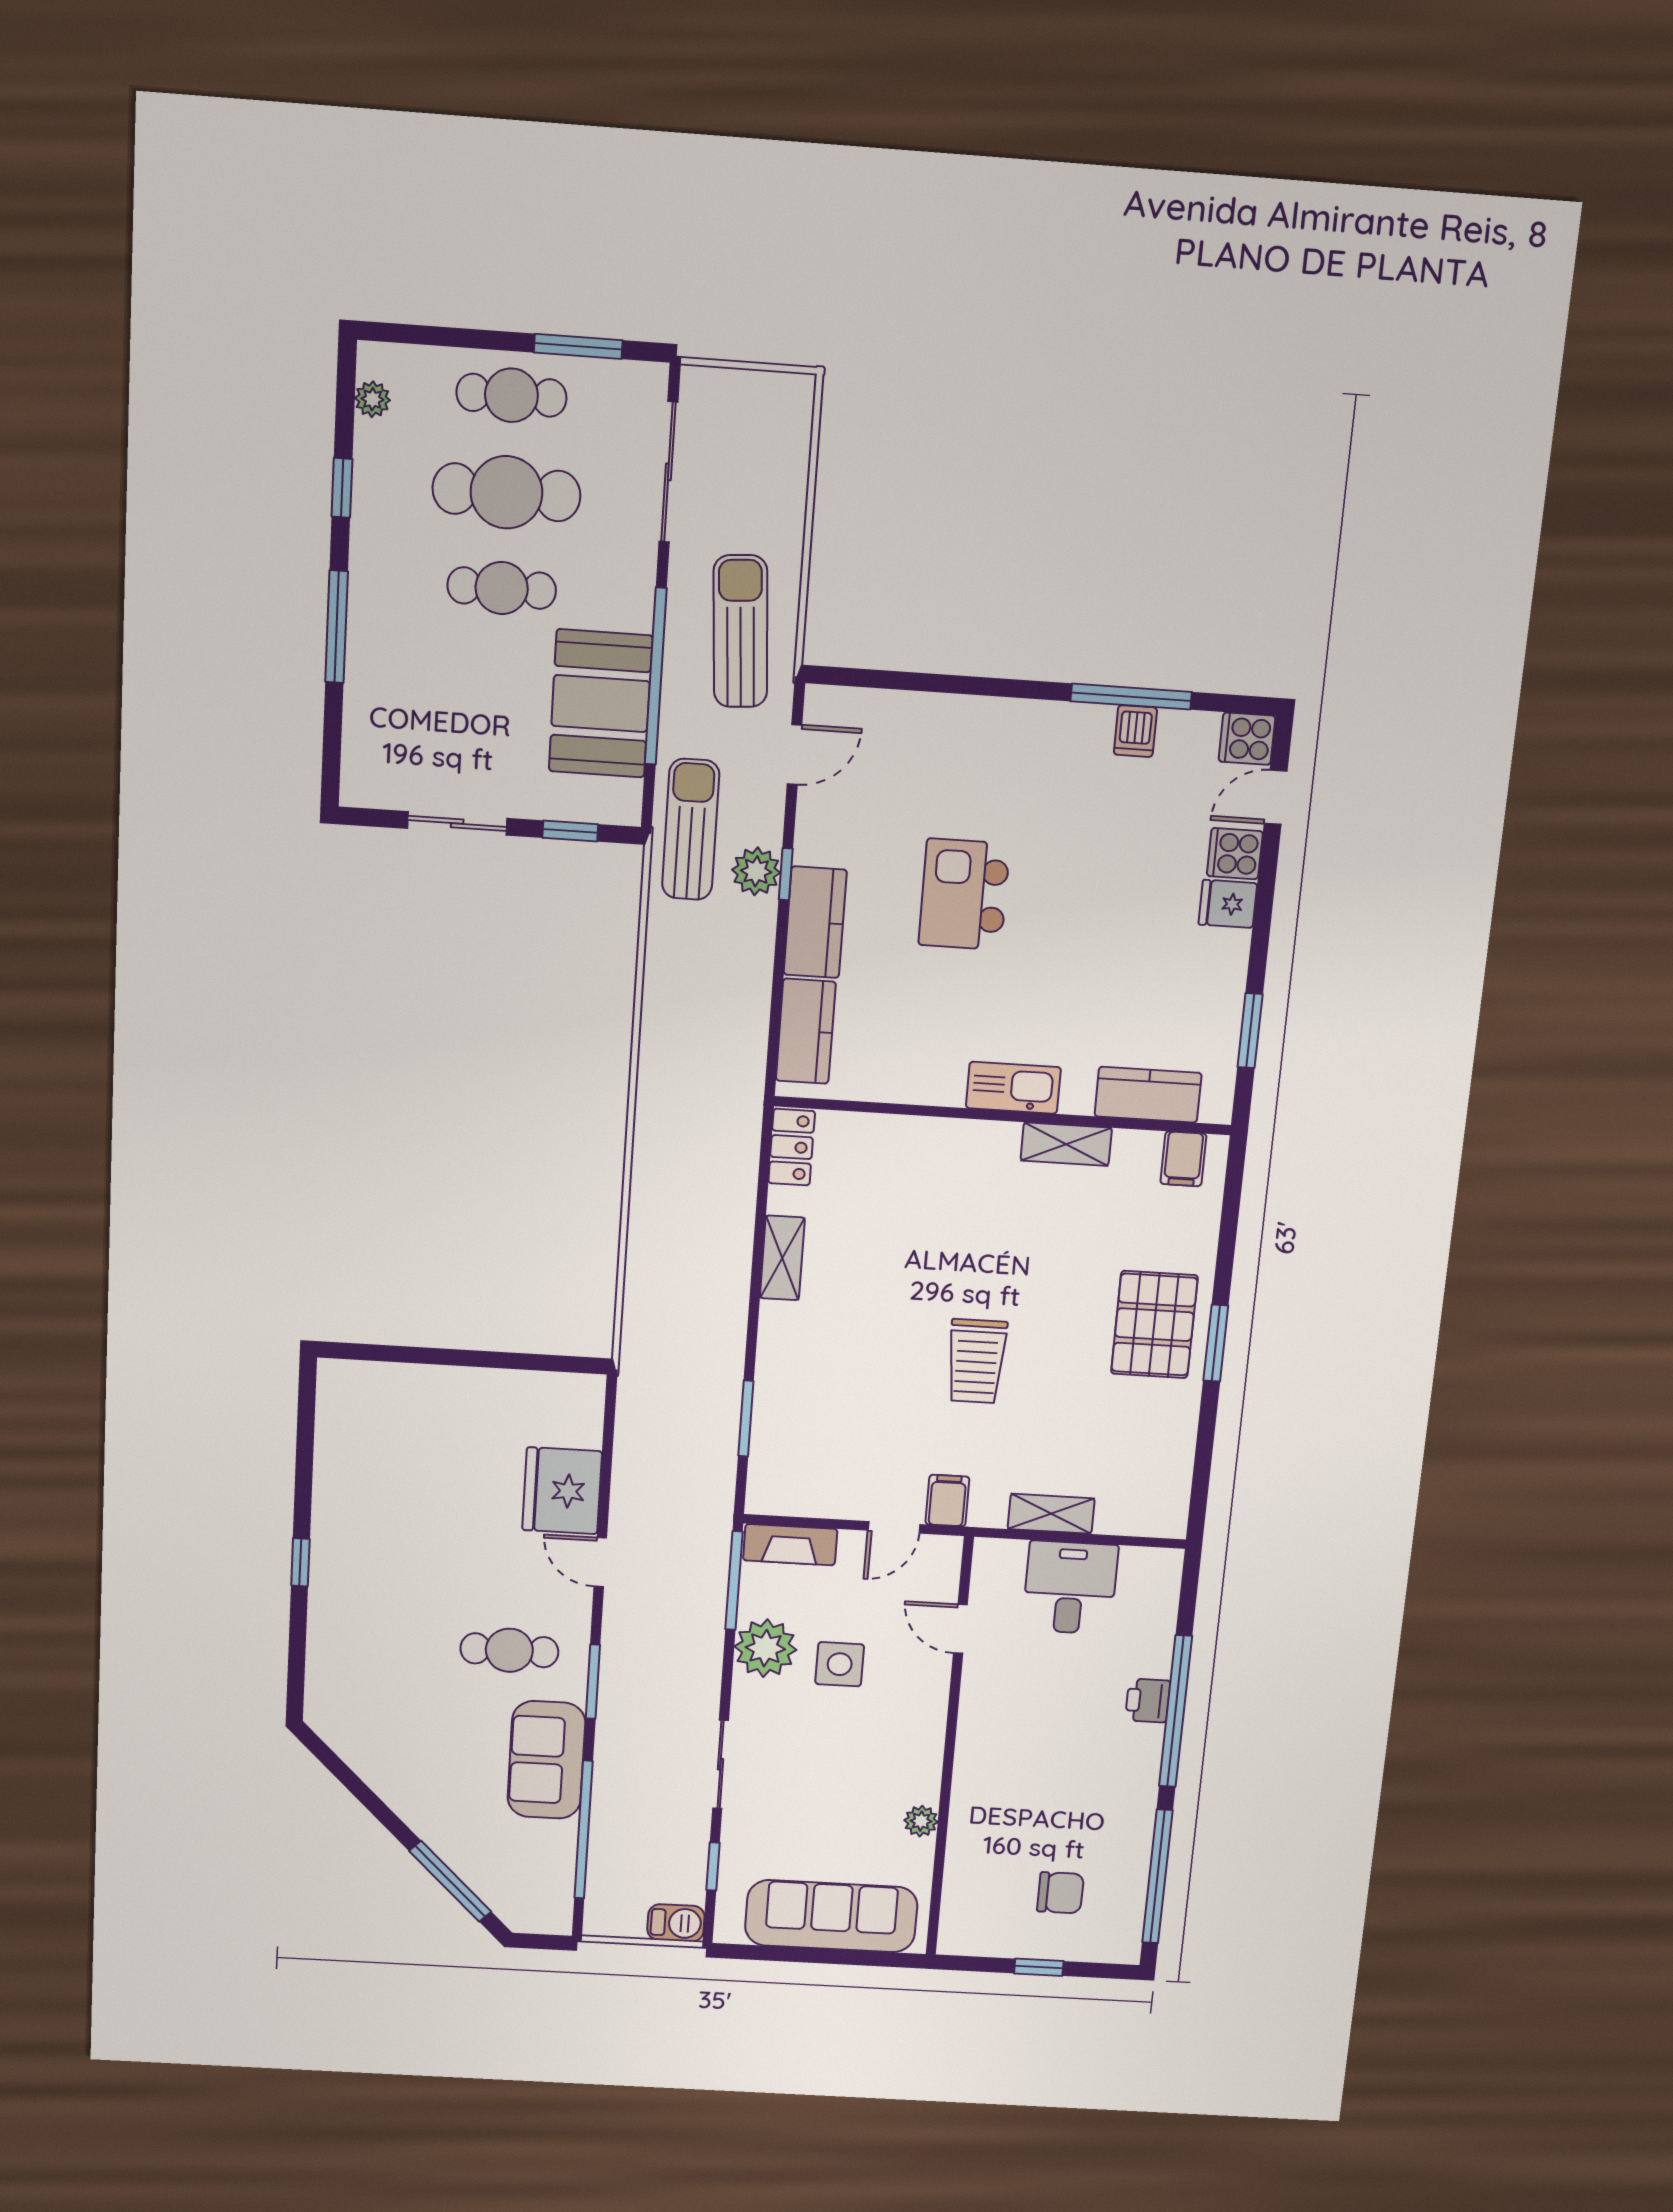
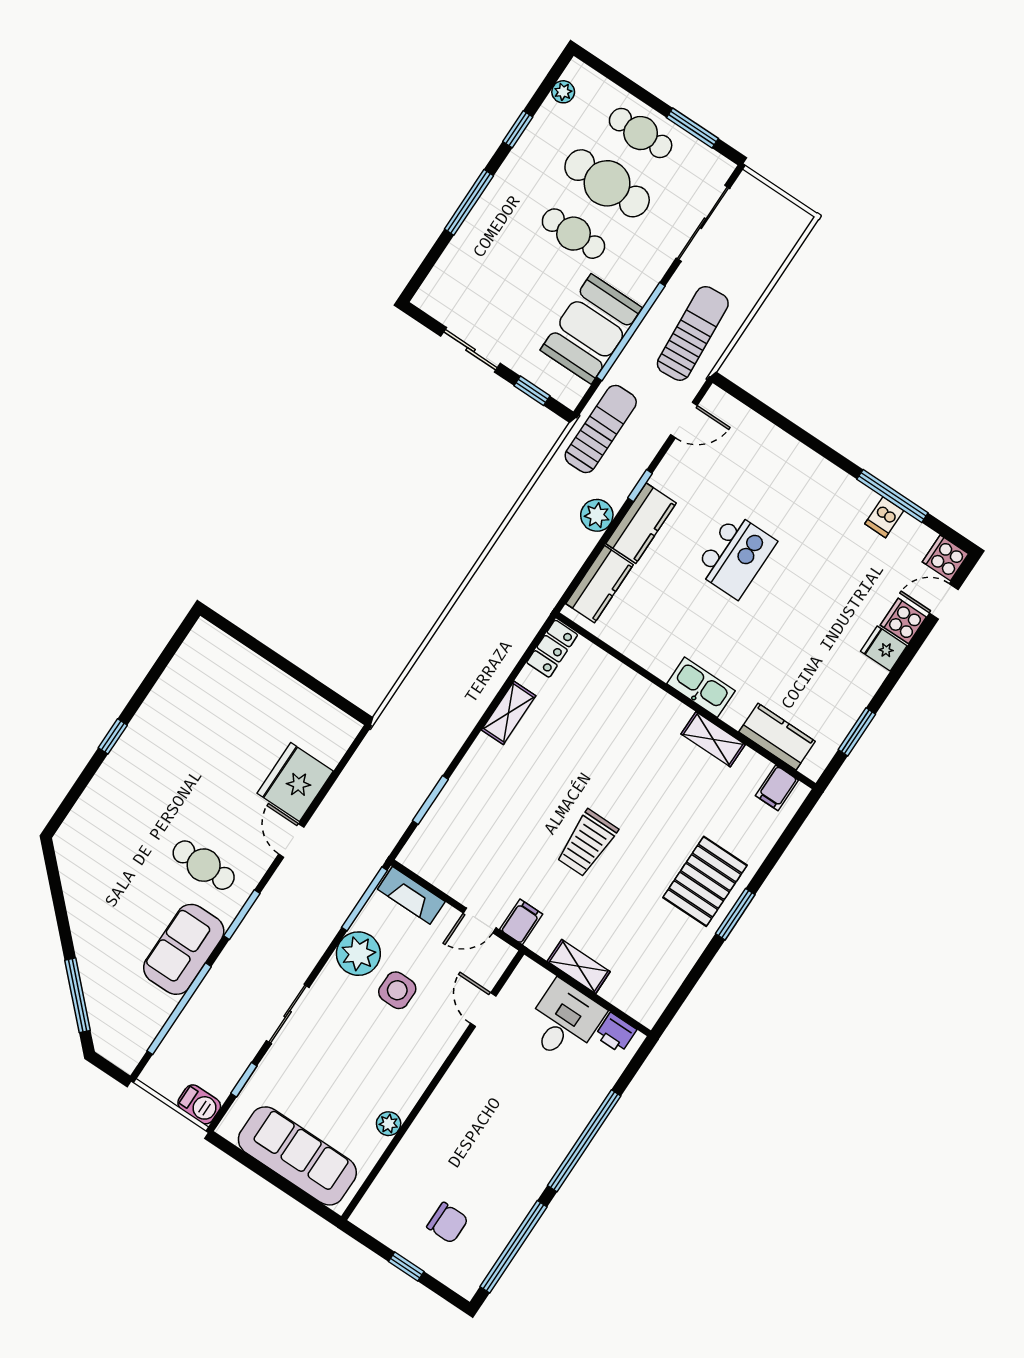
plant: (756, 871) -> (597, 515), moved
kitchen island: (964, 894) -> (735, 556), turned 180
printer: (1148, 1701) -> (616, 1033), moved, turned -90

